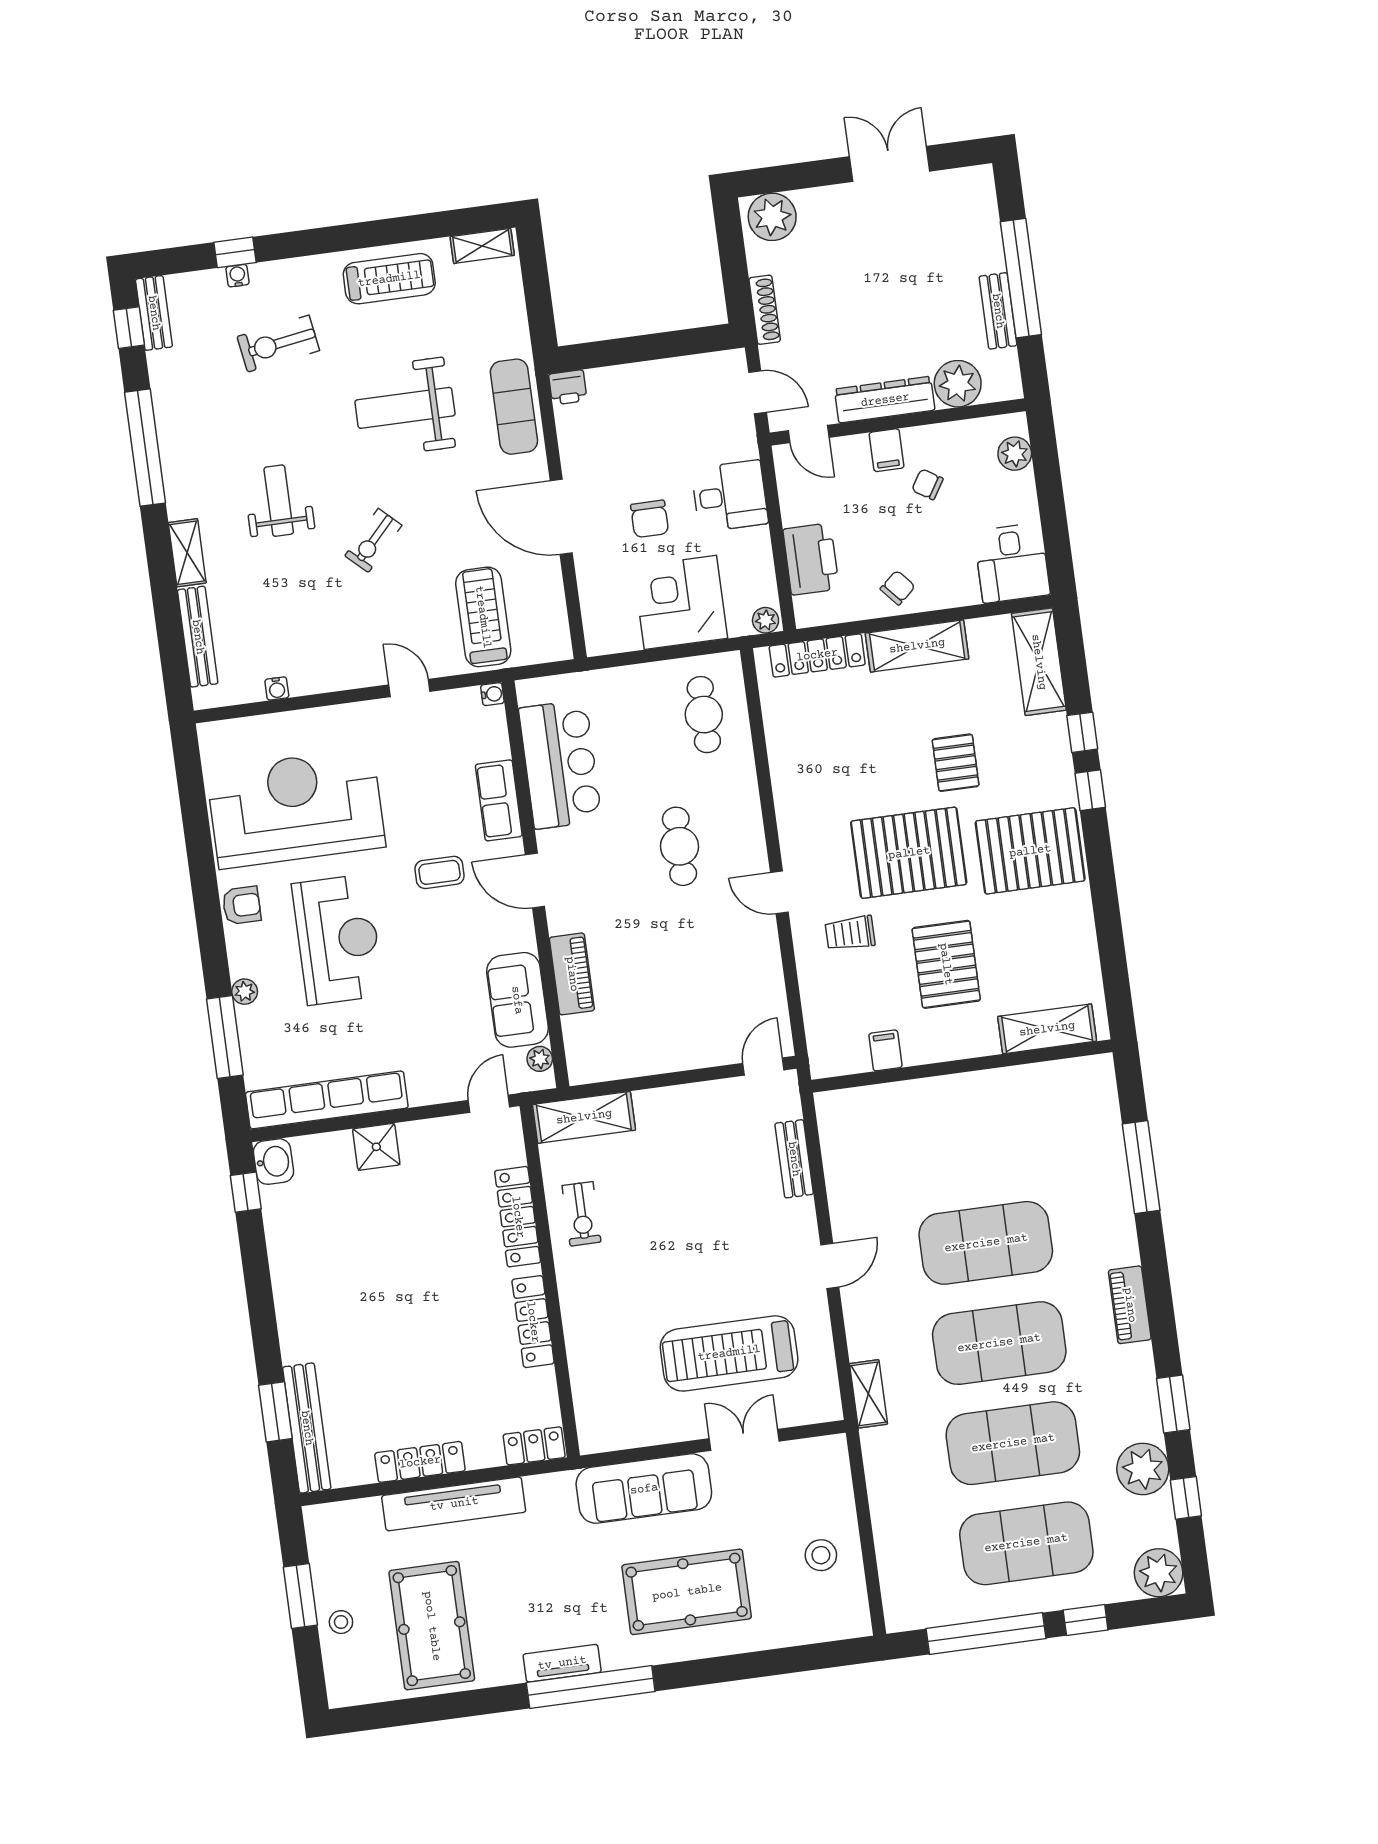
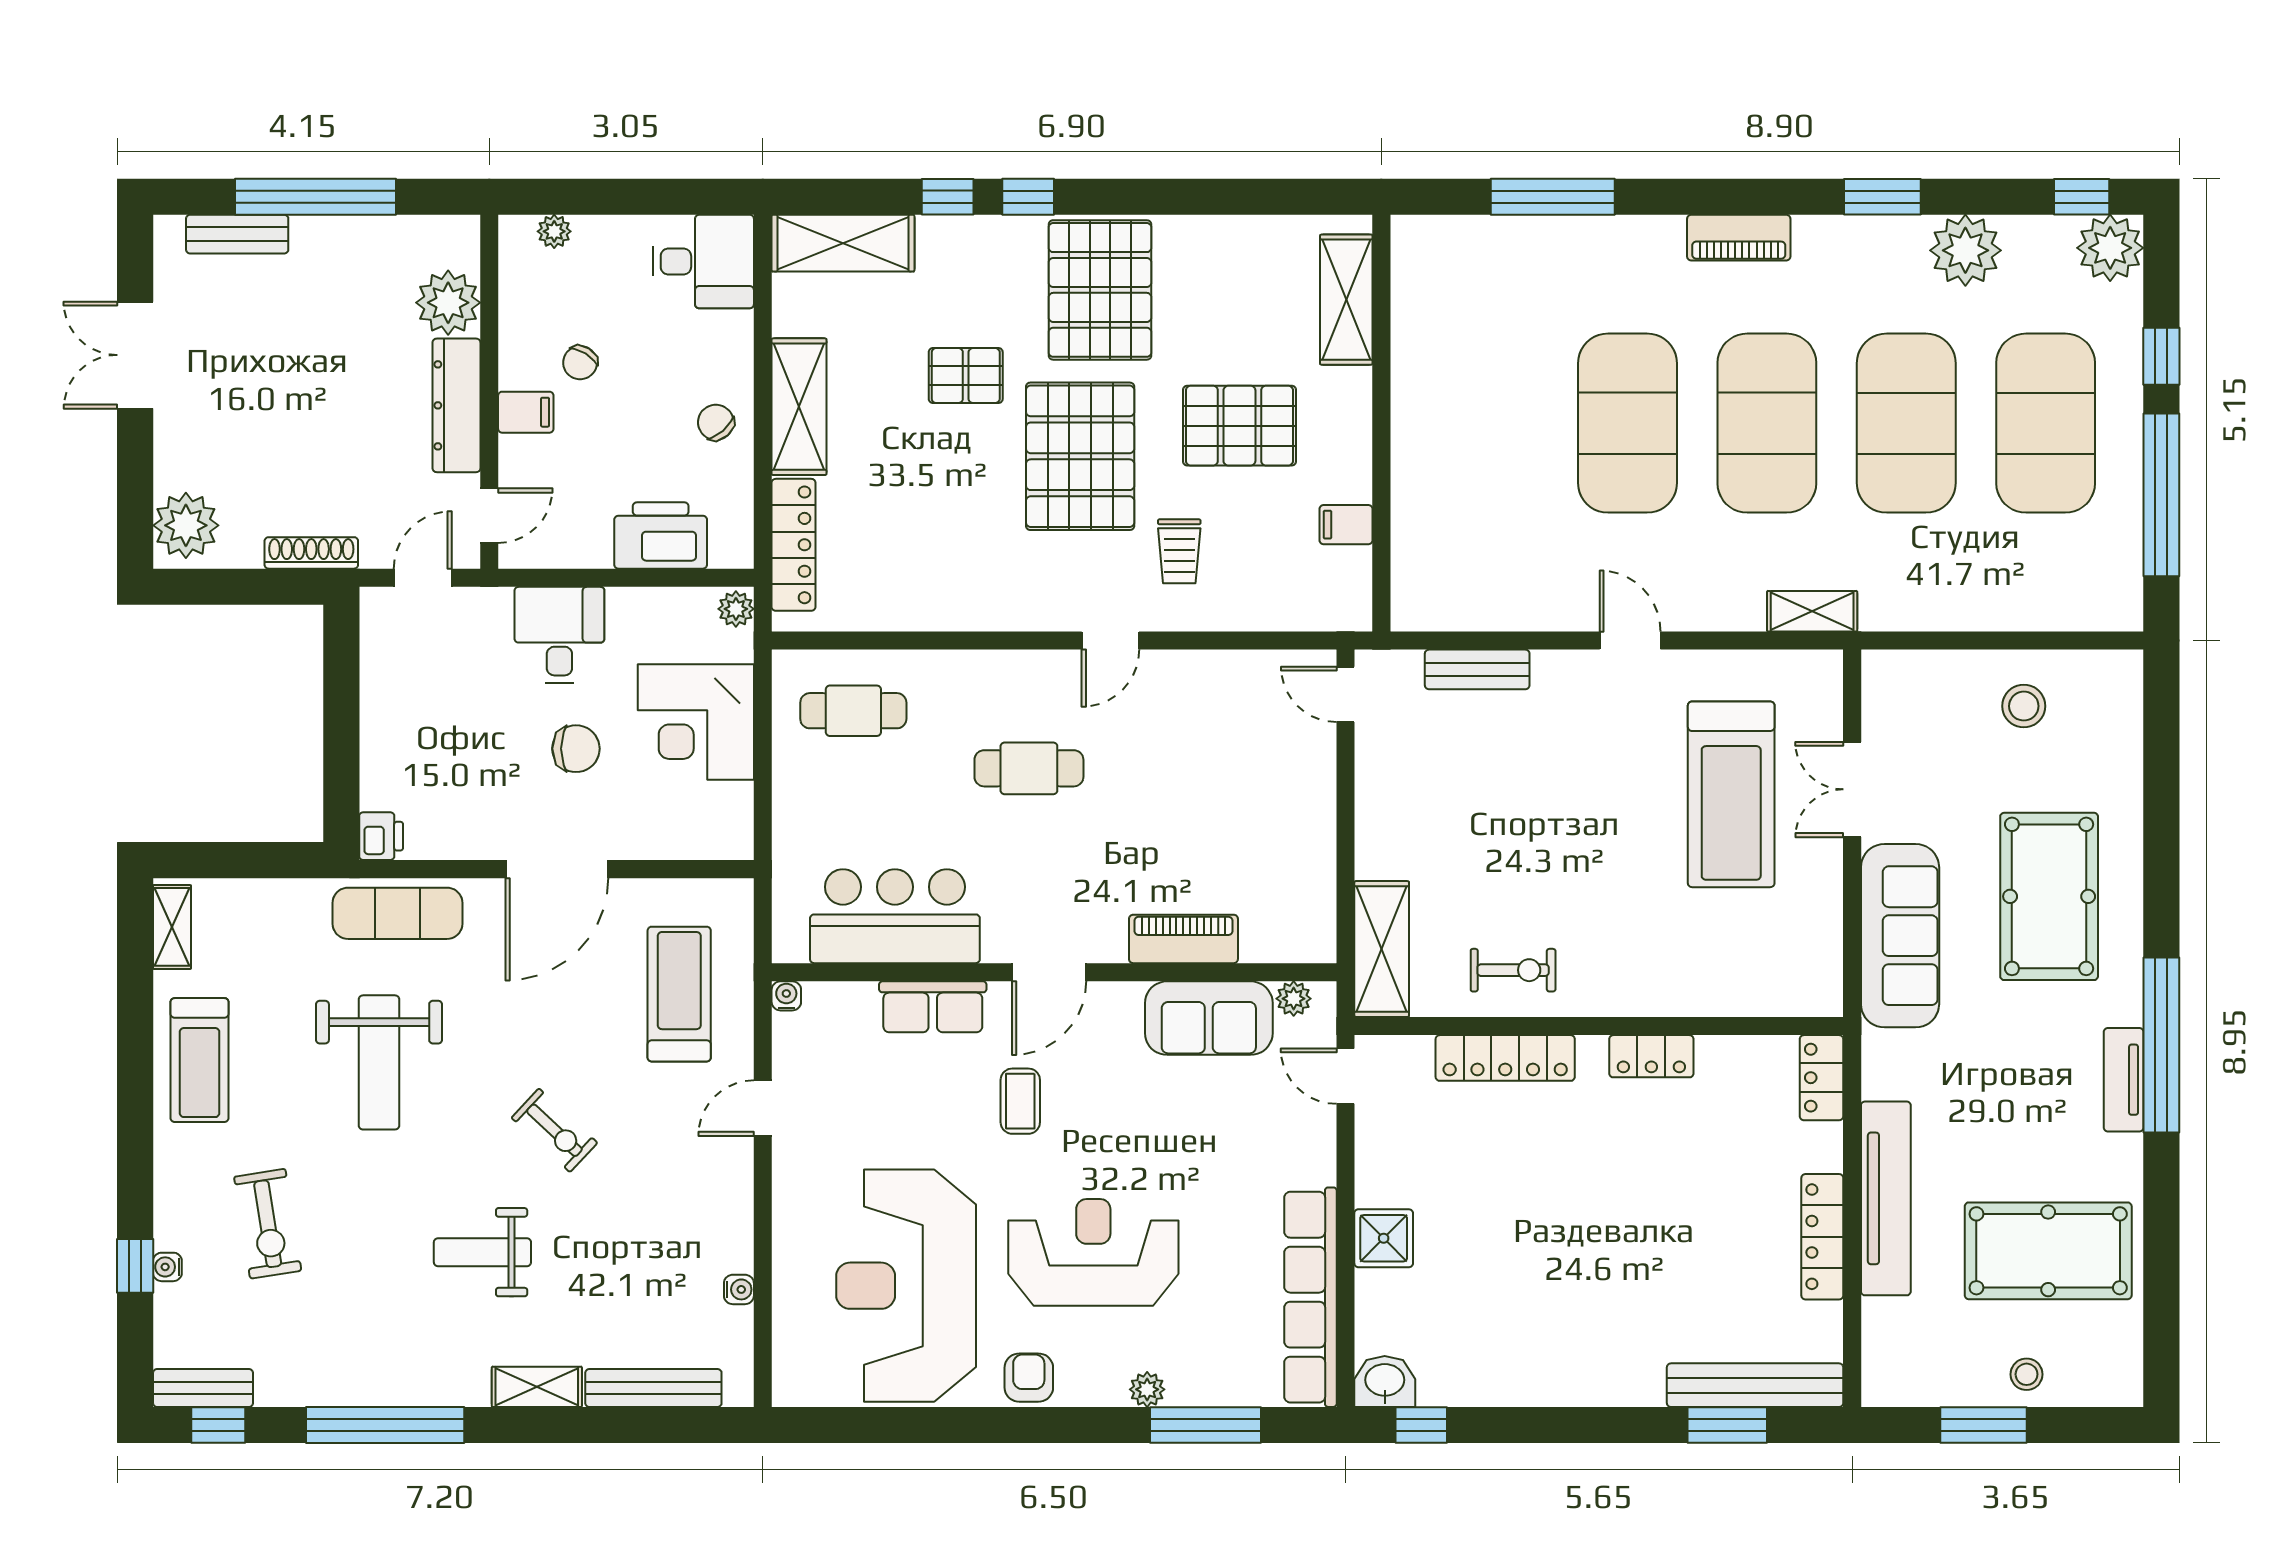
treadmill: (389, 279) -> (200, 1060), turned 180
bench: (998, 311) -> (237, 234), moved
plant: (1015, 454) -> (554, 231), width x0.73, depth x0.73
treadmill: (483, 617) -> (679, 994), turned 90
locker: (533, 1322) -> (1651, 1056), width x0.66
window: (1186, 1498) -> (2082, 197), moved

